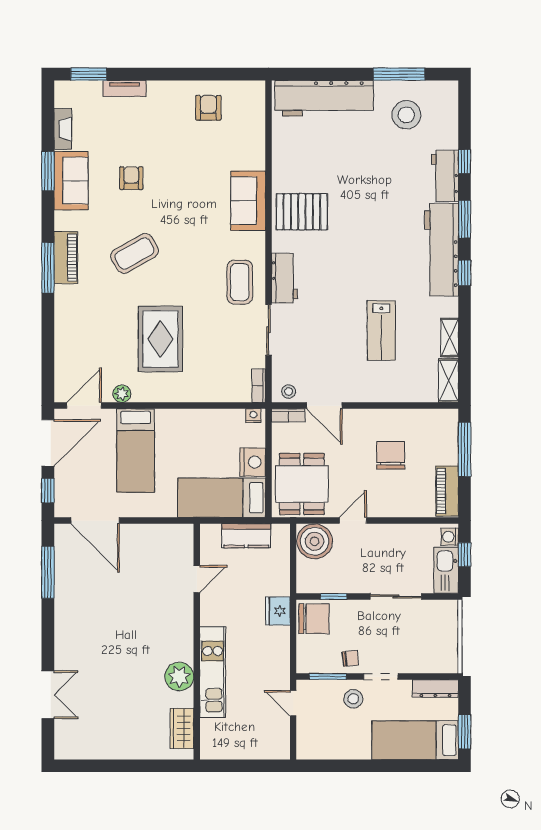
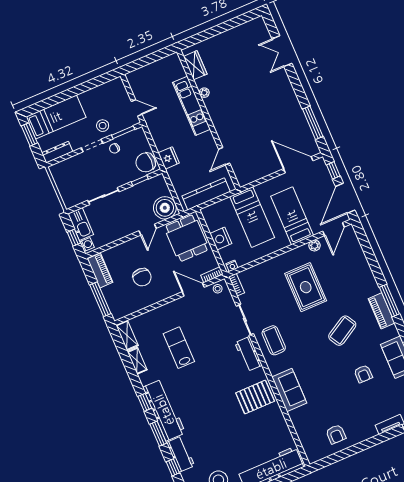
bed: (222, 498) -> (252, 217), moved, turned 90
kitchen counter: (246, 536) -> (206, 194), width x1.50
plant: (179, 676) -> (204, 93), width x0.53, depth x0.53

